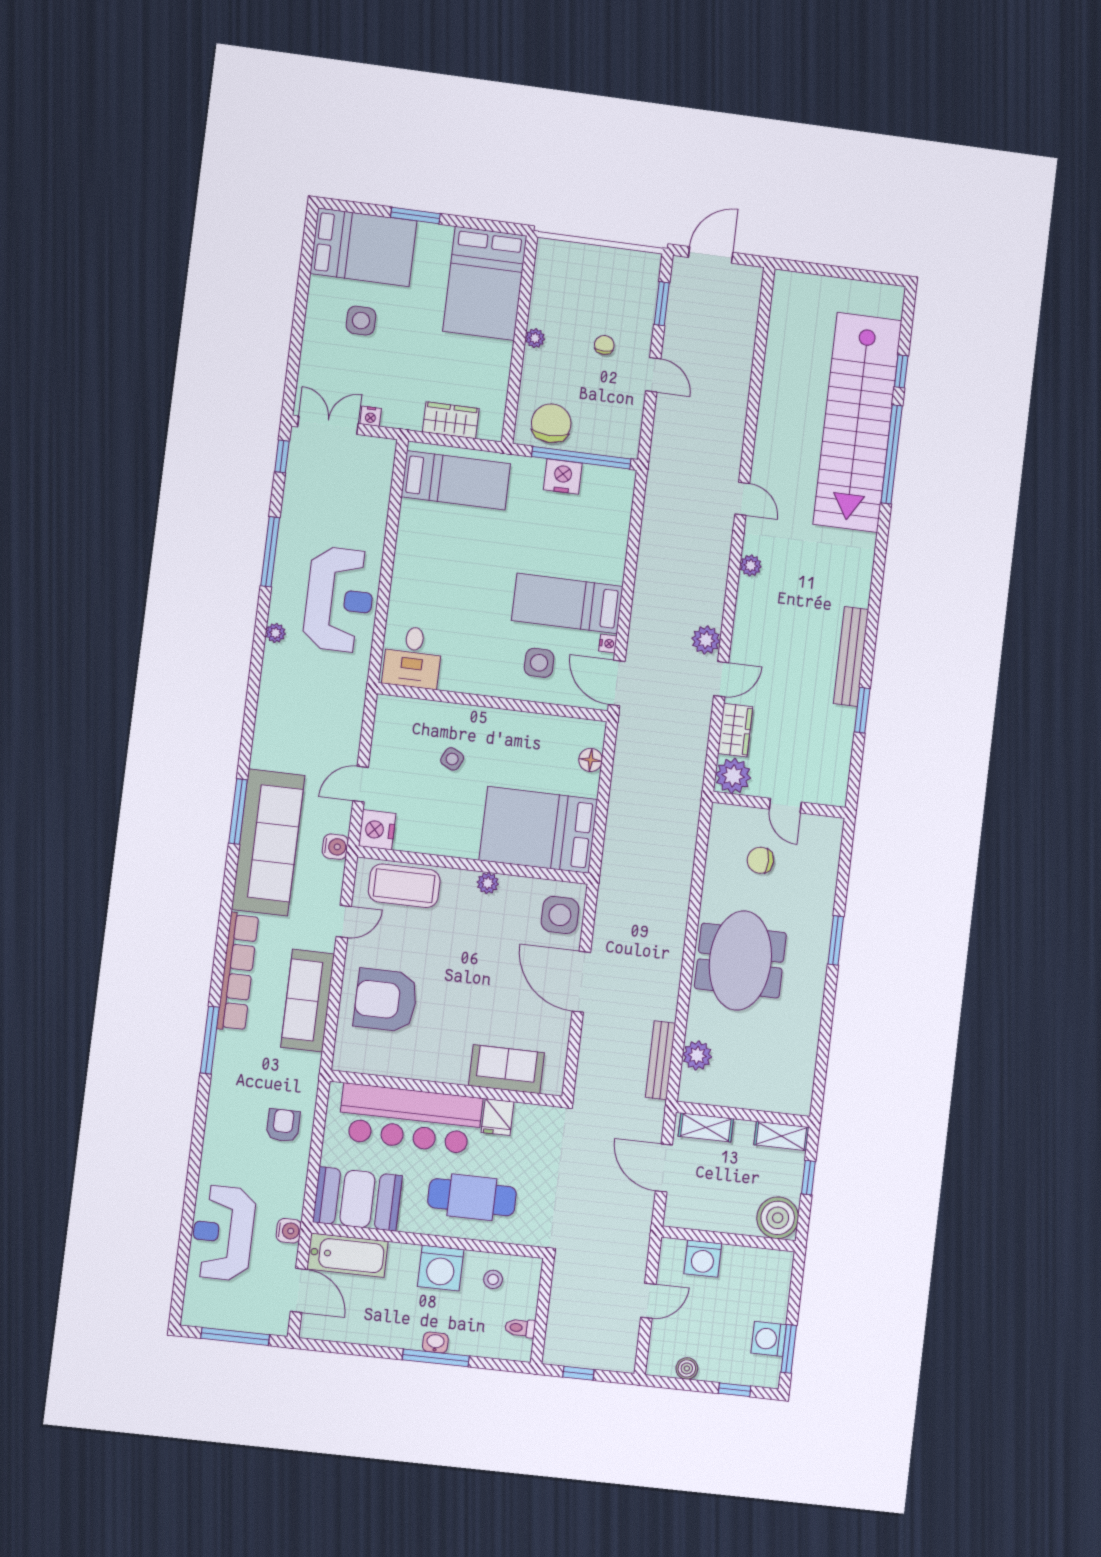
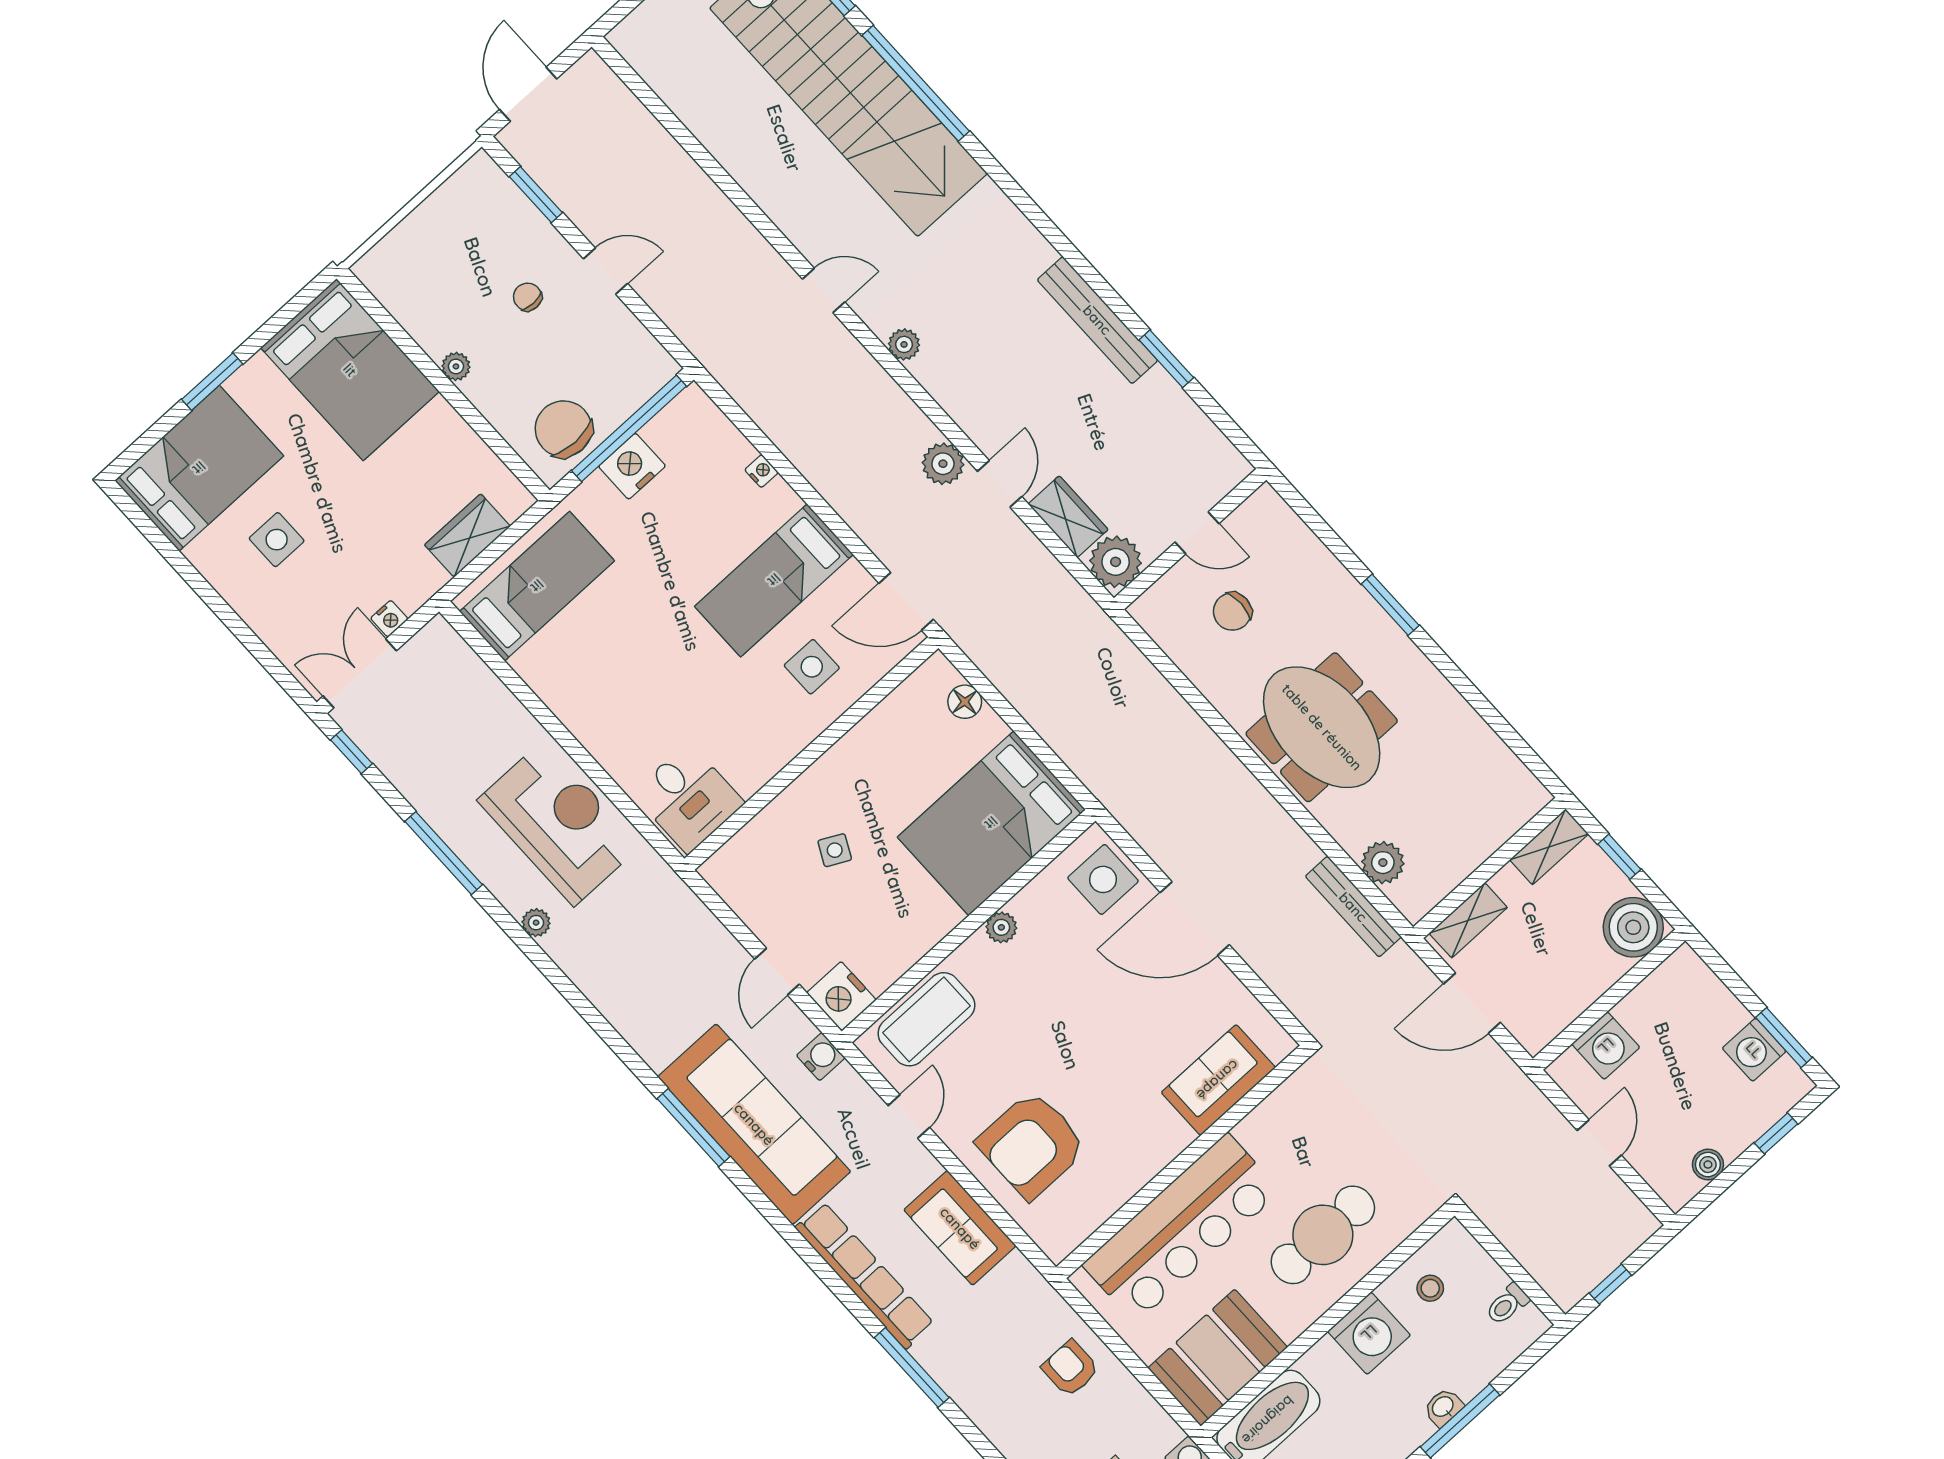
nightstand: (608, 644) -> (761, 471), moved
sofa: (308, 1001) -> (960, 1228), width x0.73
fridge: (498, 1117) -> (1261, 1134), removed

